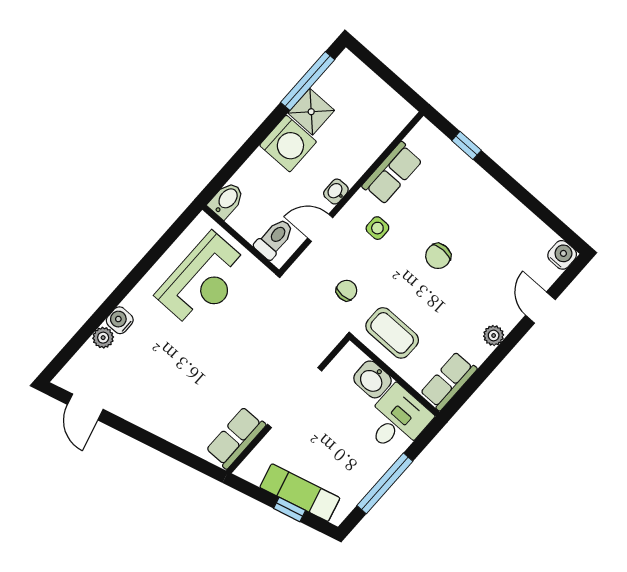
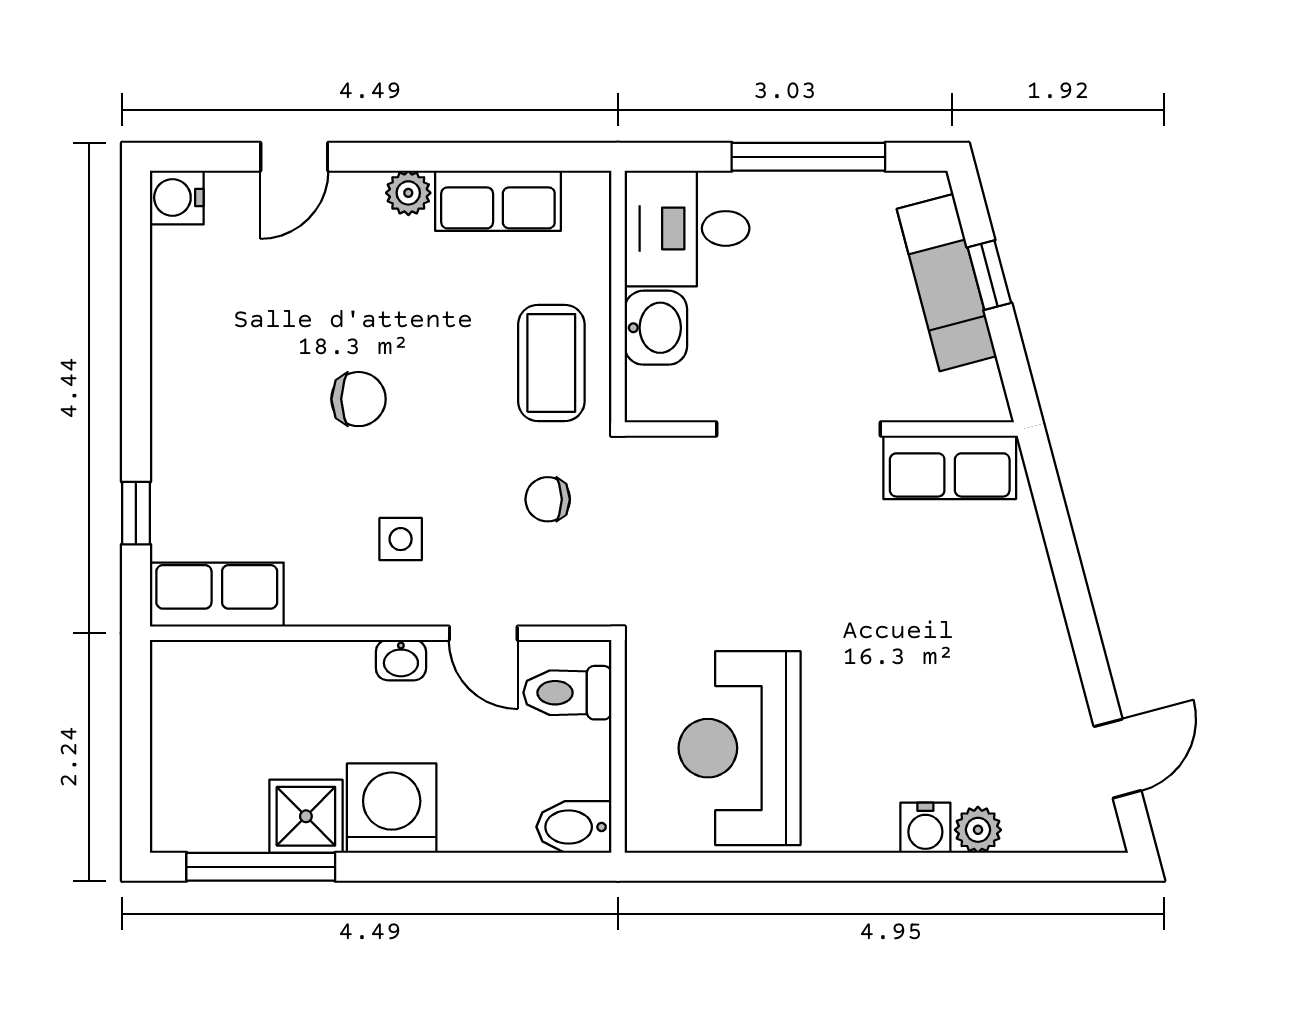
row of seats: (392, 173) -> (217, 595), moved
reception desk: (203, 281) -> (740, 748), turned -90
row of seats: (449, 381) -> (498, 201), moved

